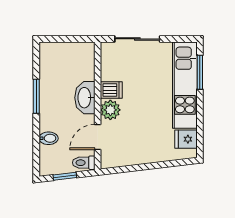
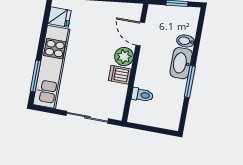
washbasin: (85, 98) -> (181, 63), moved, turned 180
door: (98, 137) -> (140, 34), swing flipped
toilet: (84, 163) -> (142, 95), moved

